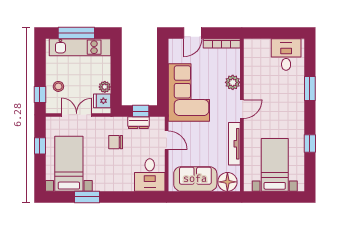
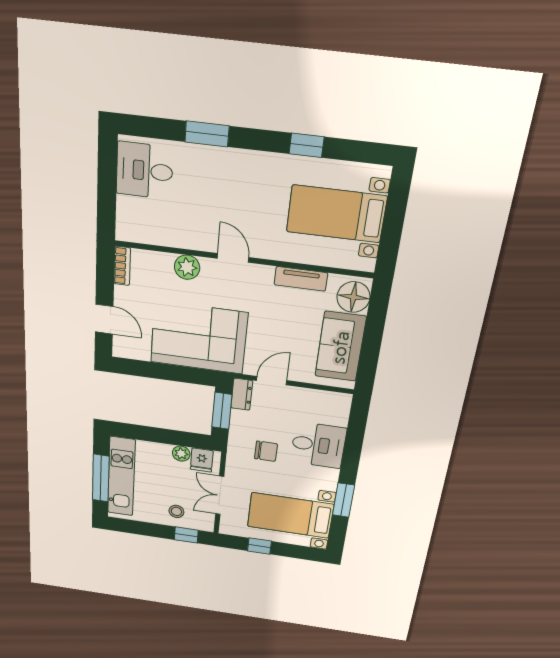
bookcase: (222, 43) -> (122, 266), width x0.64
window: (141, 111) -> (222, 411), width x1.50
dresser: (138, 123) -> (242, 394), moved
chair: (116, 142) -> (266, 451), turned -90
tv unit: (234, 144) -> (301, 279), width x0.71
desk: (150, 175) -> (318, 445), moved

